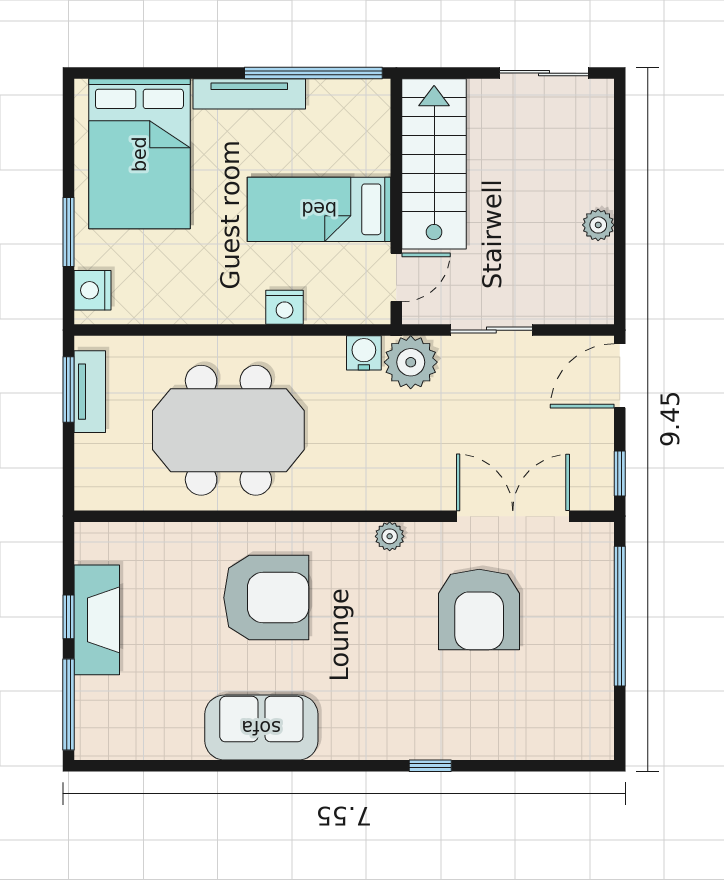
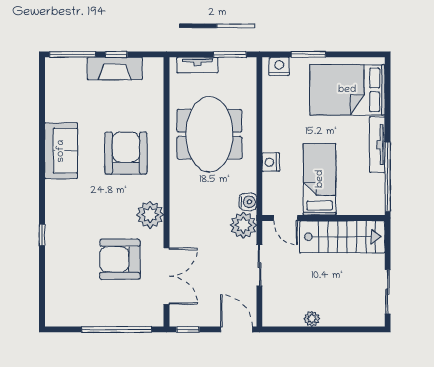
tv unit: (90, 392) -> (197, 65), moved
plant: (390, 536) -> (150, 215), width x1.87, depth x1.87
armchair: (266, 598) -> (126, 153), turned 180

